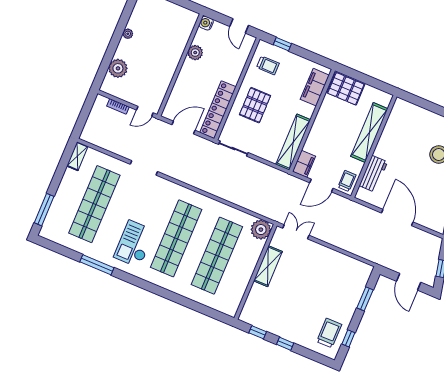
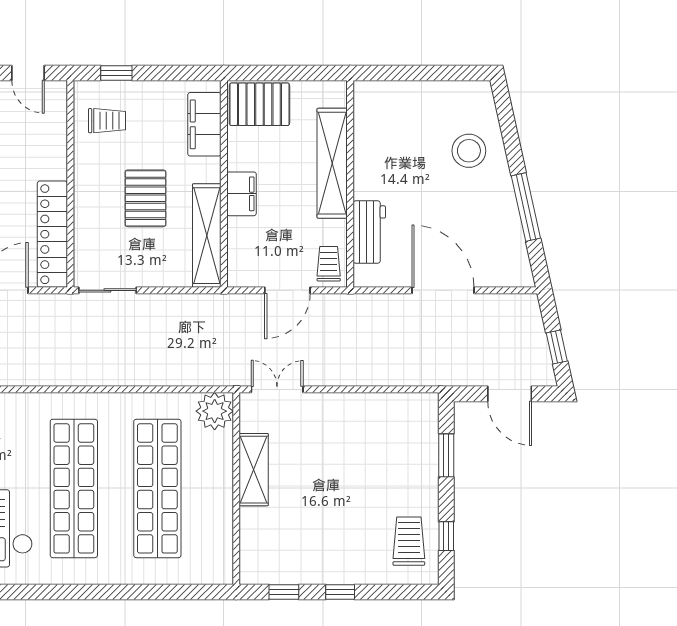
pallet: (255, 105) -> (145, 198), moved
filing cabinet: (304, 164) -> (242, 194), moved

